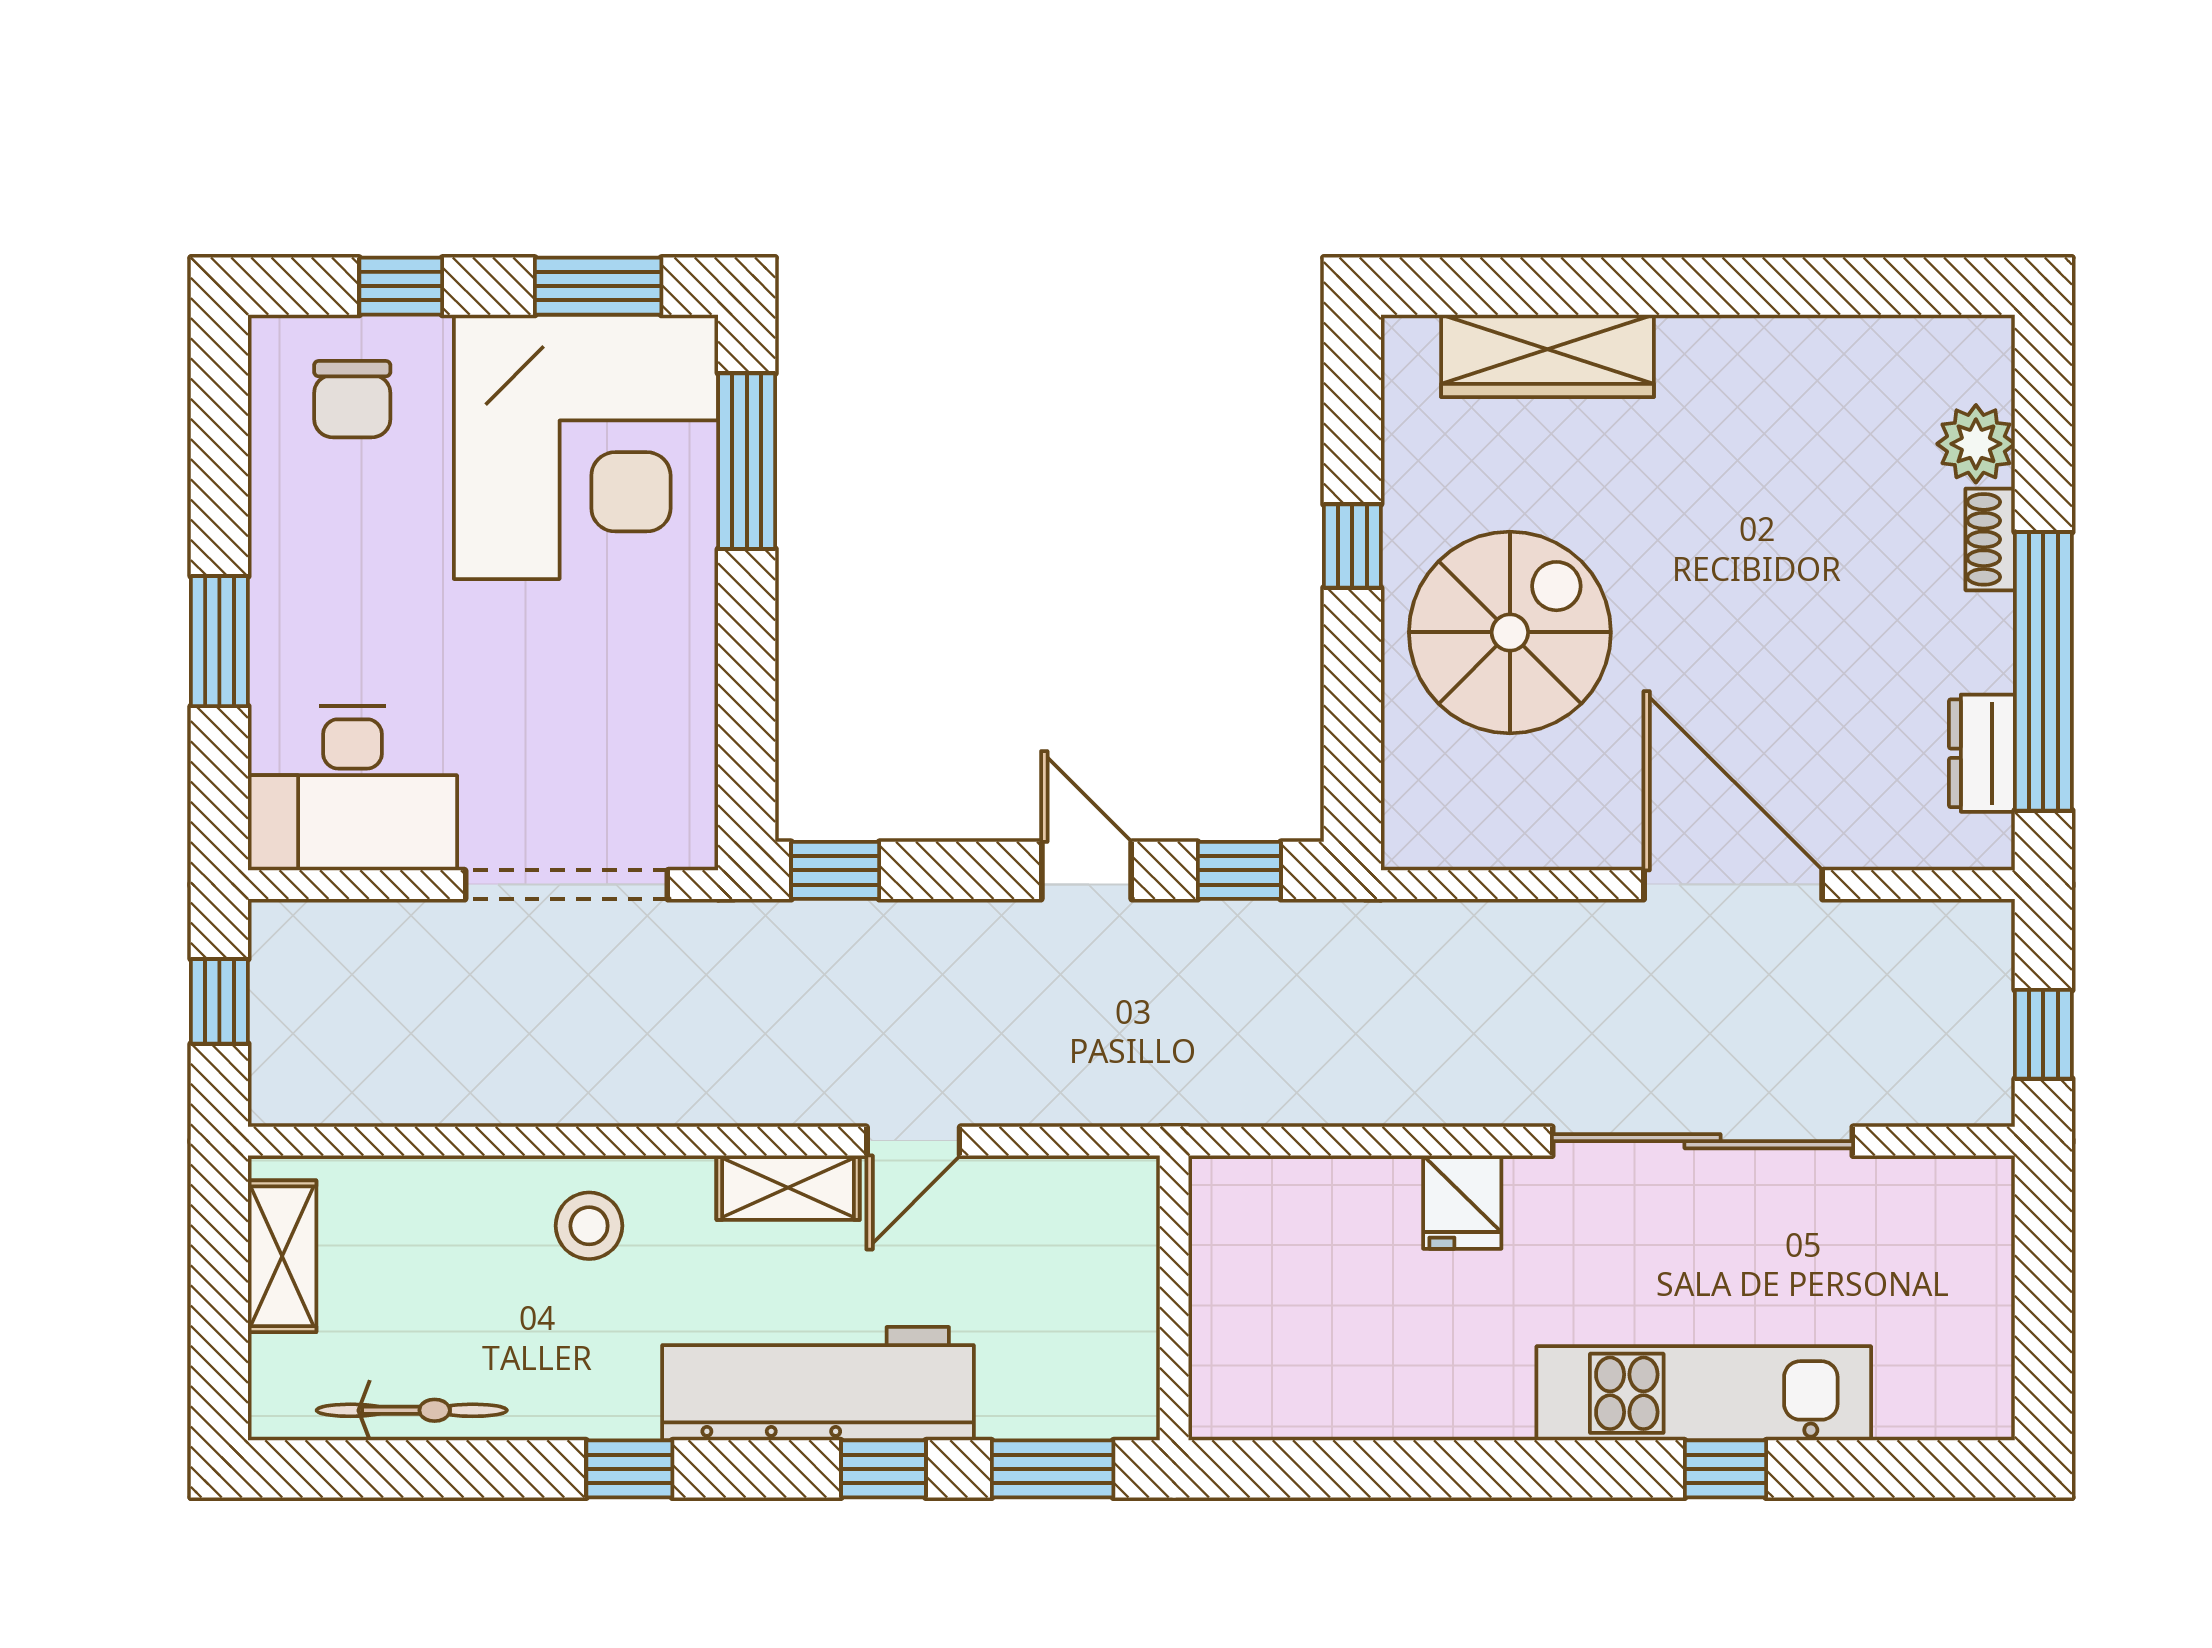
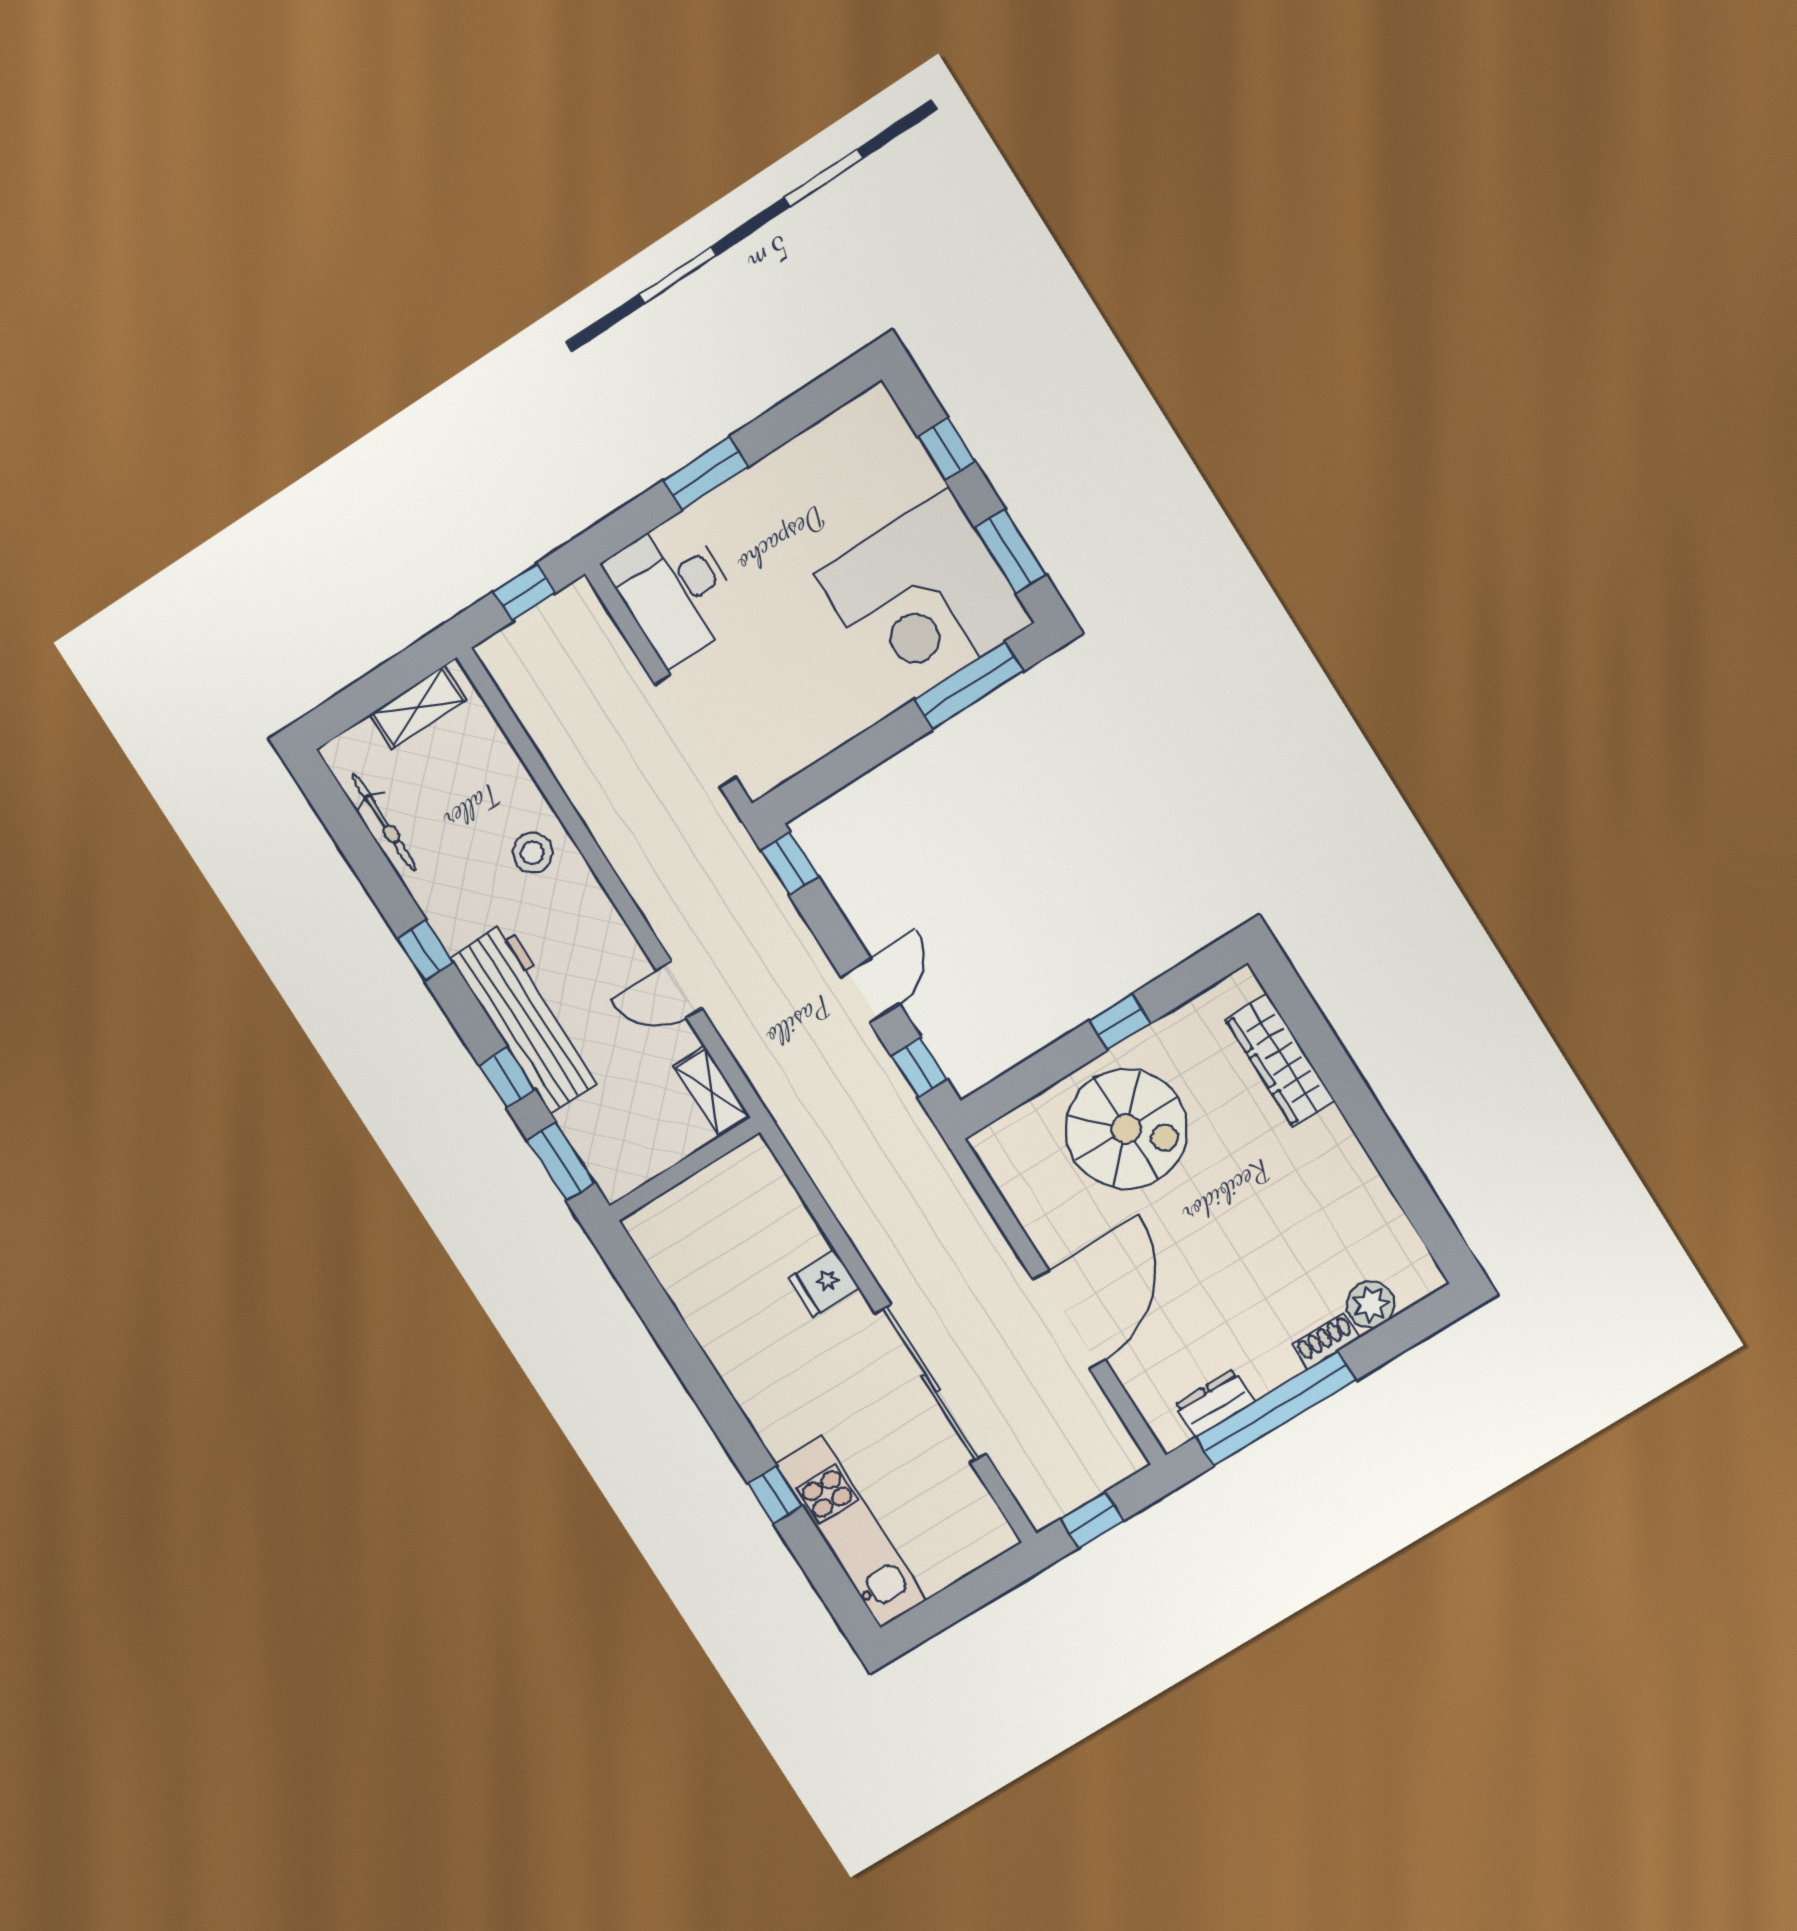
chair: (352, 399) -> (872, 461), removed
shelving: (788, 1188) -> (712, 1092), moved
kitchen unit: (1704, 1393) -> (851, 1532), moved

